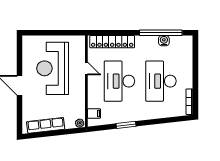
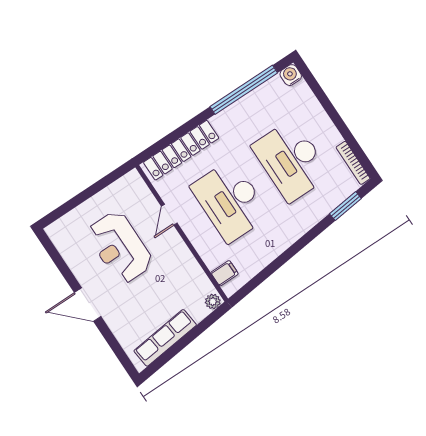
water cooler: (164, 41) -> (291, 75), moved
reception desk: (53, 68) -> (120, 247), width x0.74, depth x0.77
door: (86, 68) -> (169, 215), swing flipped
window: (126, 125) -> (345, 206), moved

